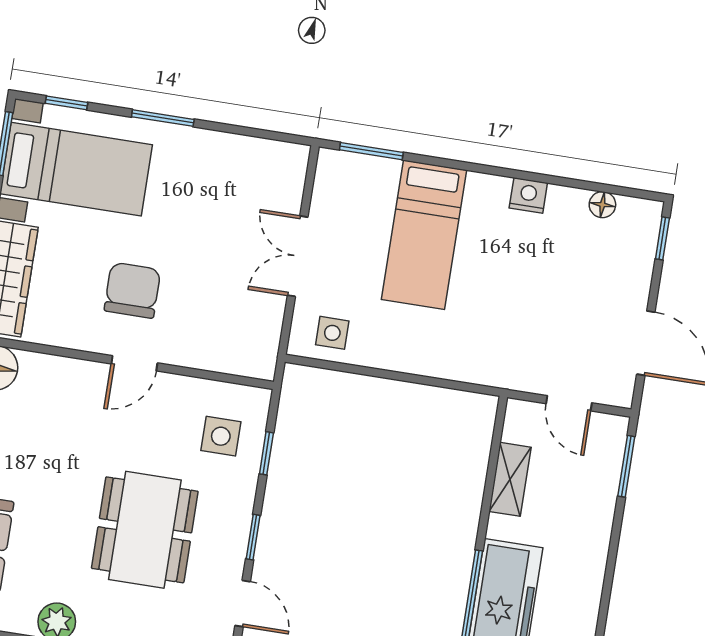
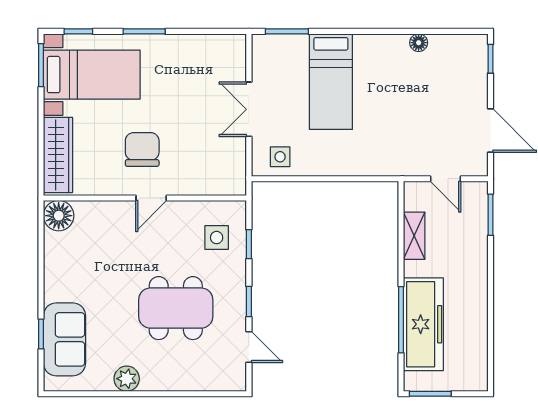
nightstand: (528, 195) -> (396, 44), removed
floor lamp: (602, 205) -> (419, 43), moved
dining table: (145, 530) -> (176, 308), turned 90

